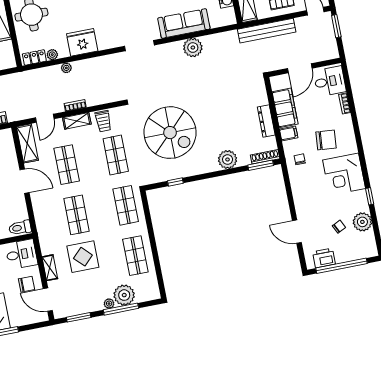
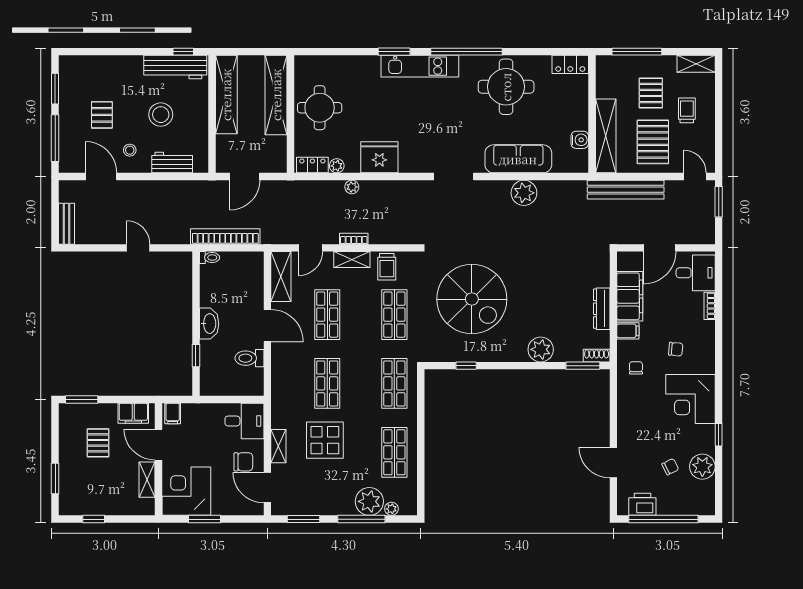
chair: (326, 140) -> (676, 349), width x0.54, depth x0.54
shoe rack: (265, 157) -> (597, 356), width x0.70
toilet: (20, 228) -> (249, 358), moved
plant: (109, 304) -> (391, 509), moved

